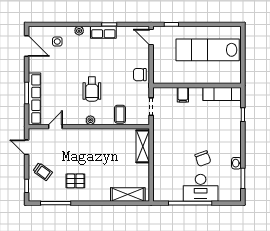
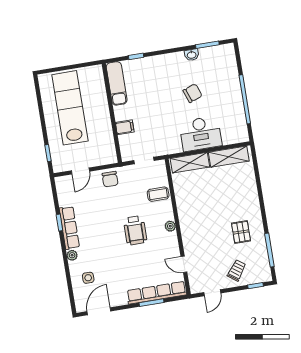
row of seats: (103, 32) -> (69, 228), width x1.48
door: (151, 37) -> (80, 171), moved
lab bench: (208, 50) -> (70, 108), turned 180
wheelchair: (92, 89) -> (135, 230), turned 90
desk: (201, 188) -> (201, 134), moved, turned 90
shelving: (128, 194) -> (229, 157), moved, turned 90

